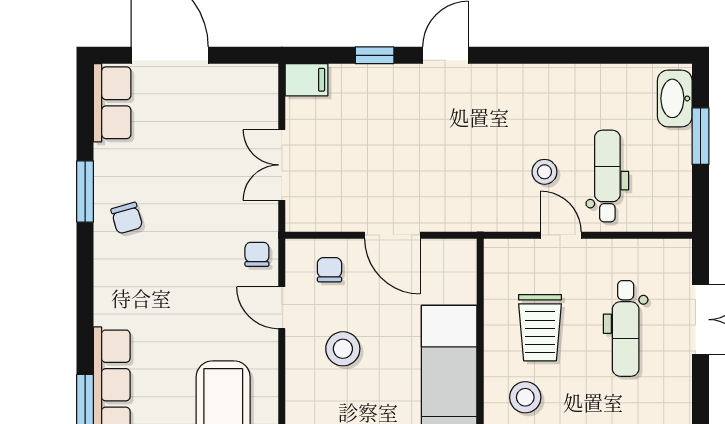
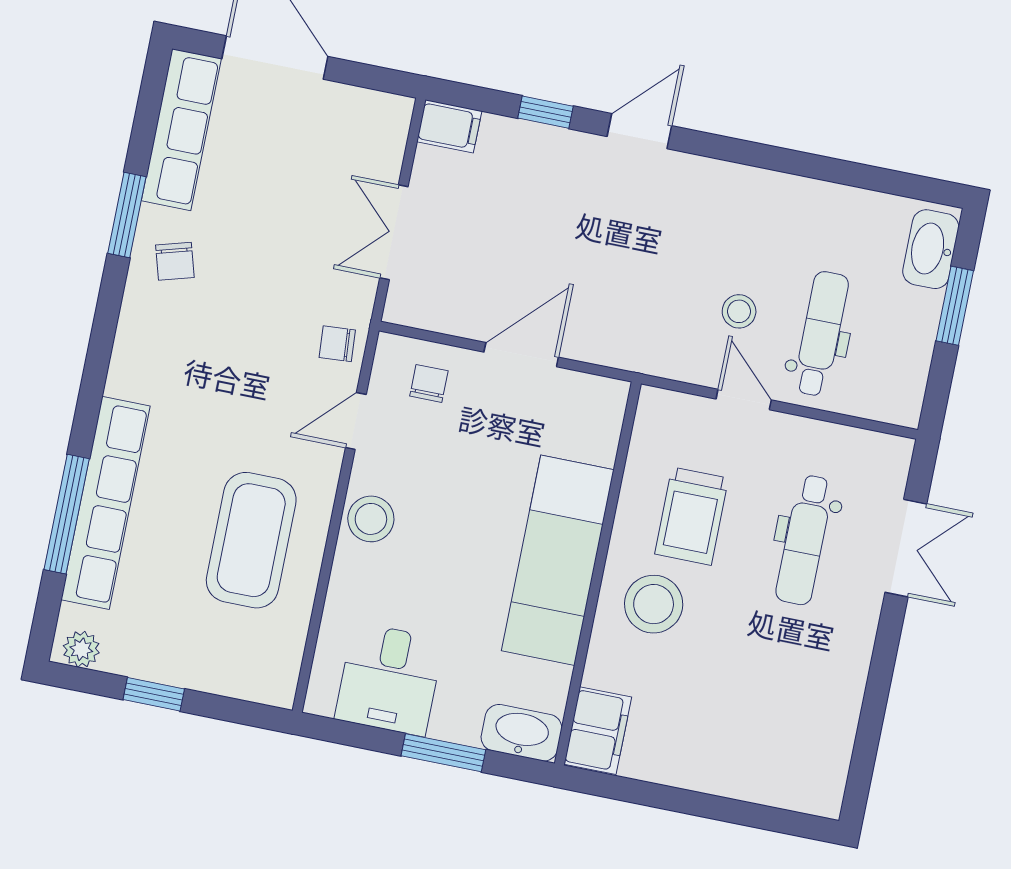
row of seats: (112, 103) -> (181, 130), width x1.48
door: (392, 235) -> (521, 355), swing flipped
chair: (257, 254) -> (337, 344), turned -94
door: (282, 308) -> (356, 421), hinge flipped
stool: (343, 349) -> (371, 519), moved
stool: (525, 397) -> (654, 604), width x1.38, depth x1.38

